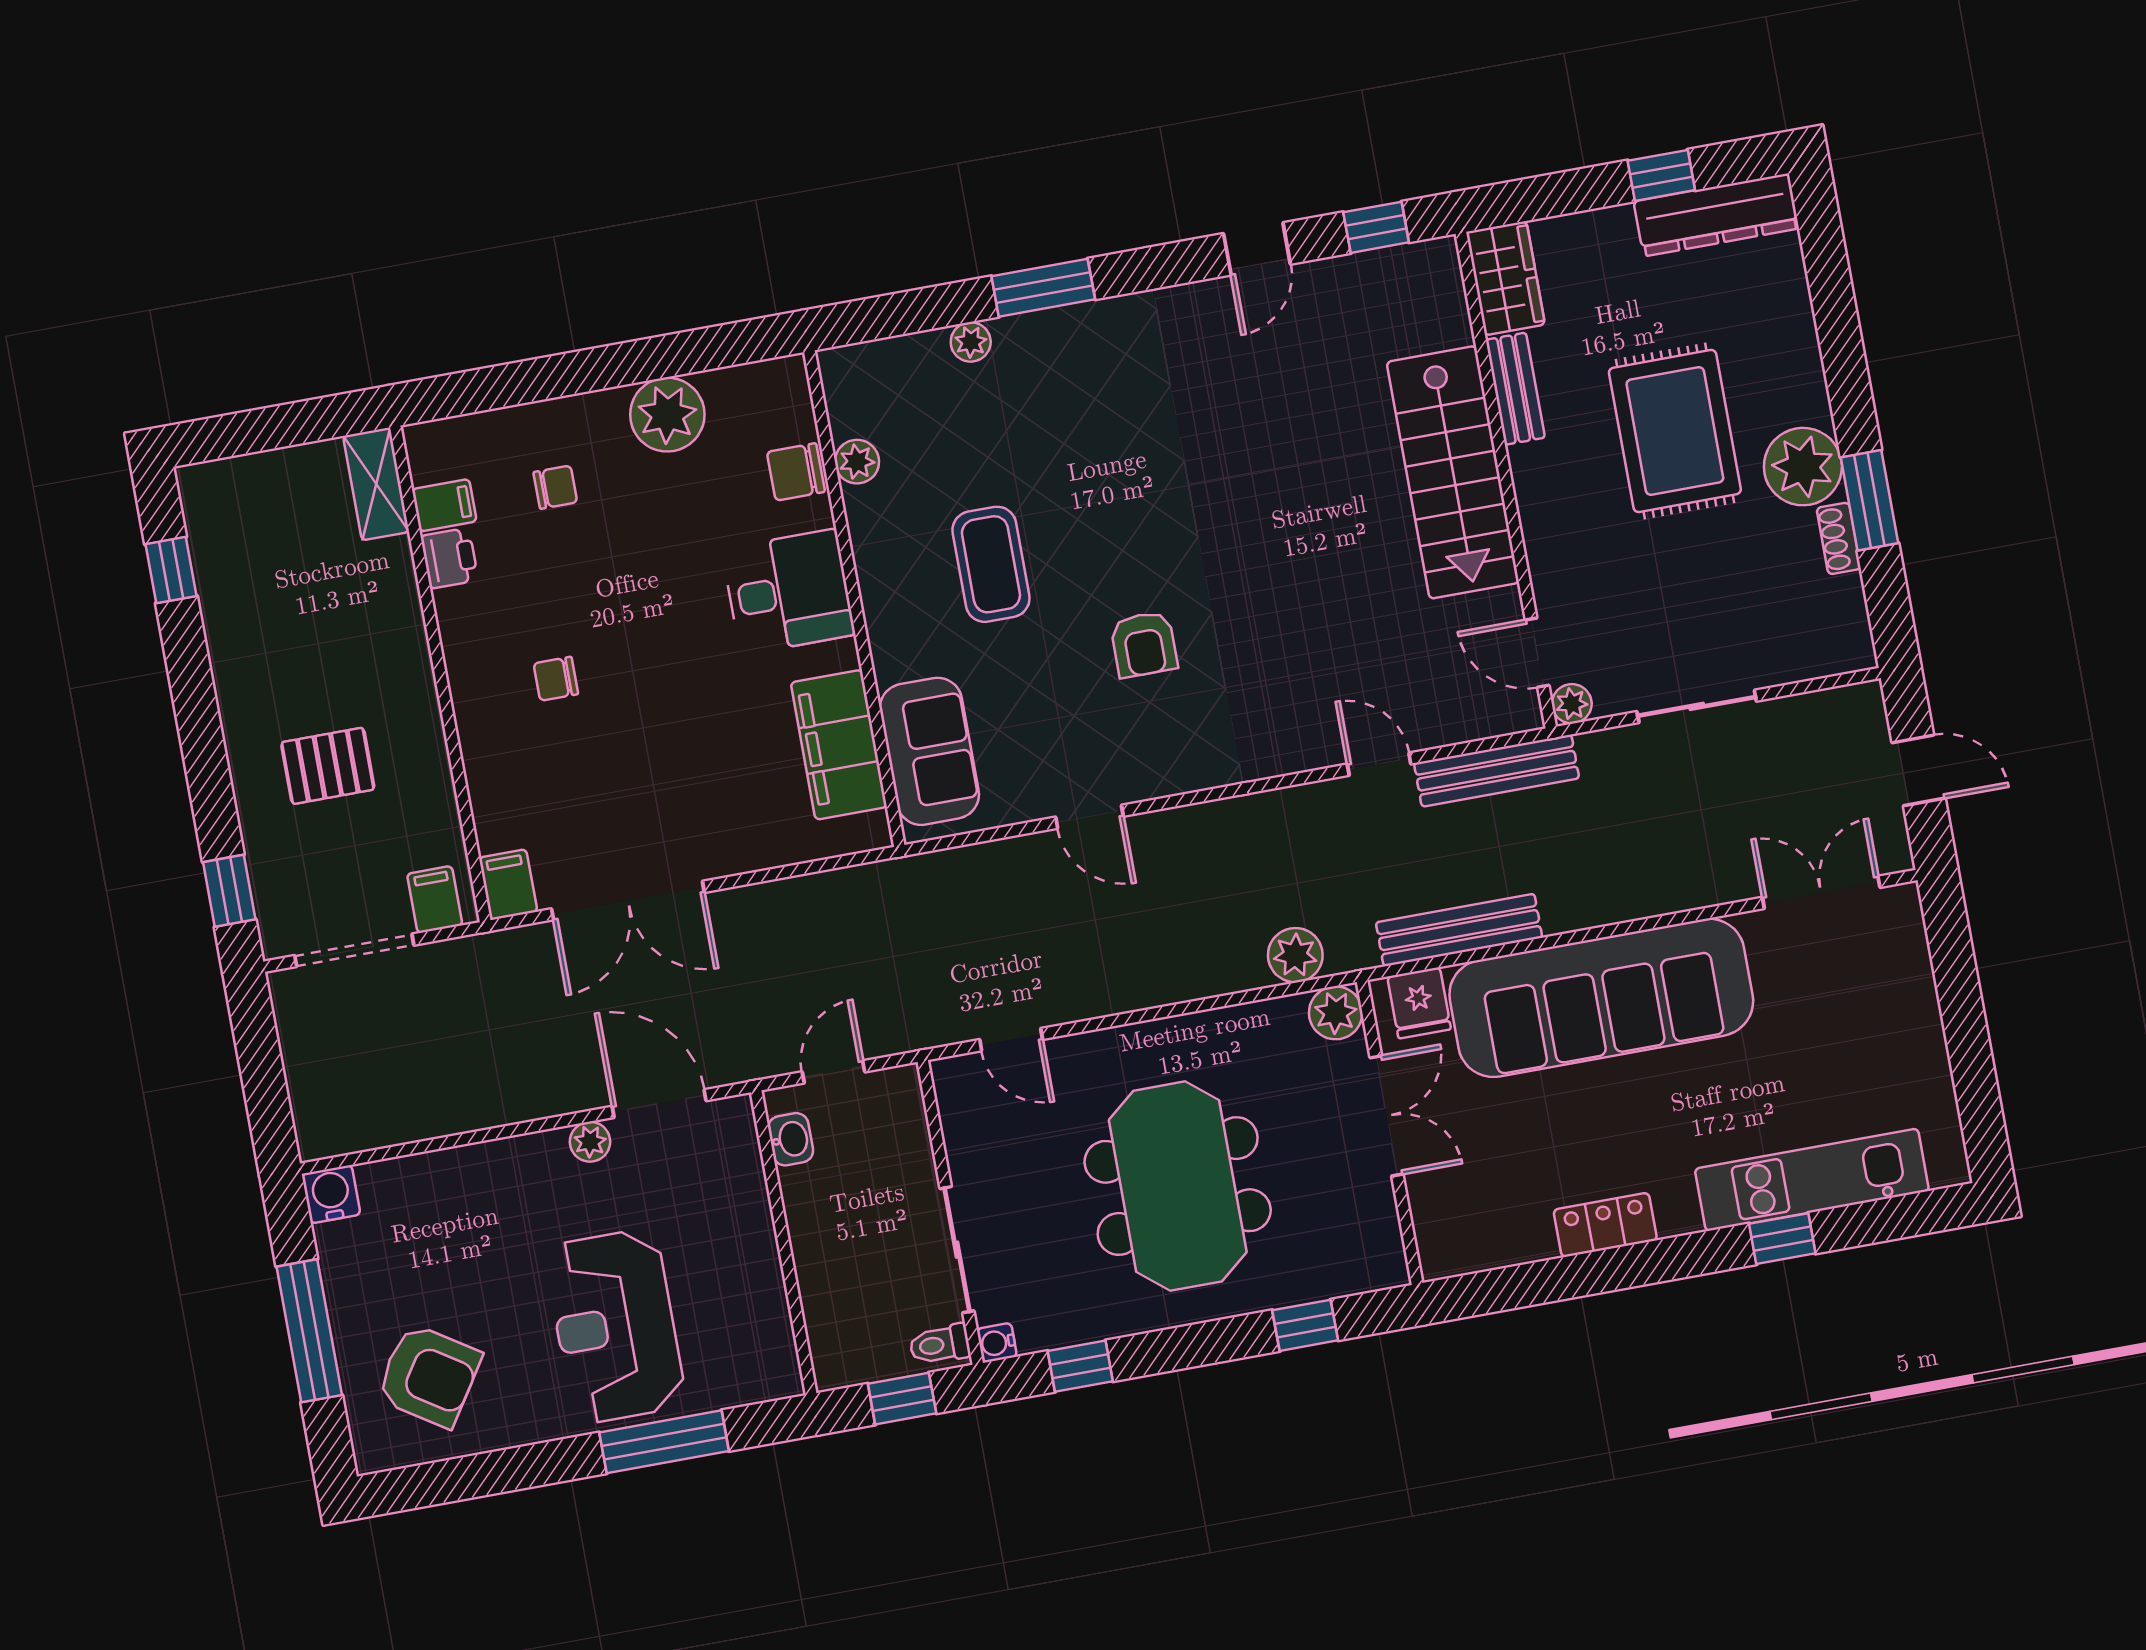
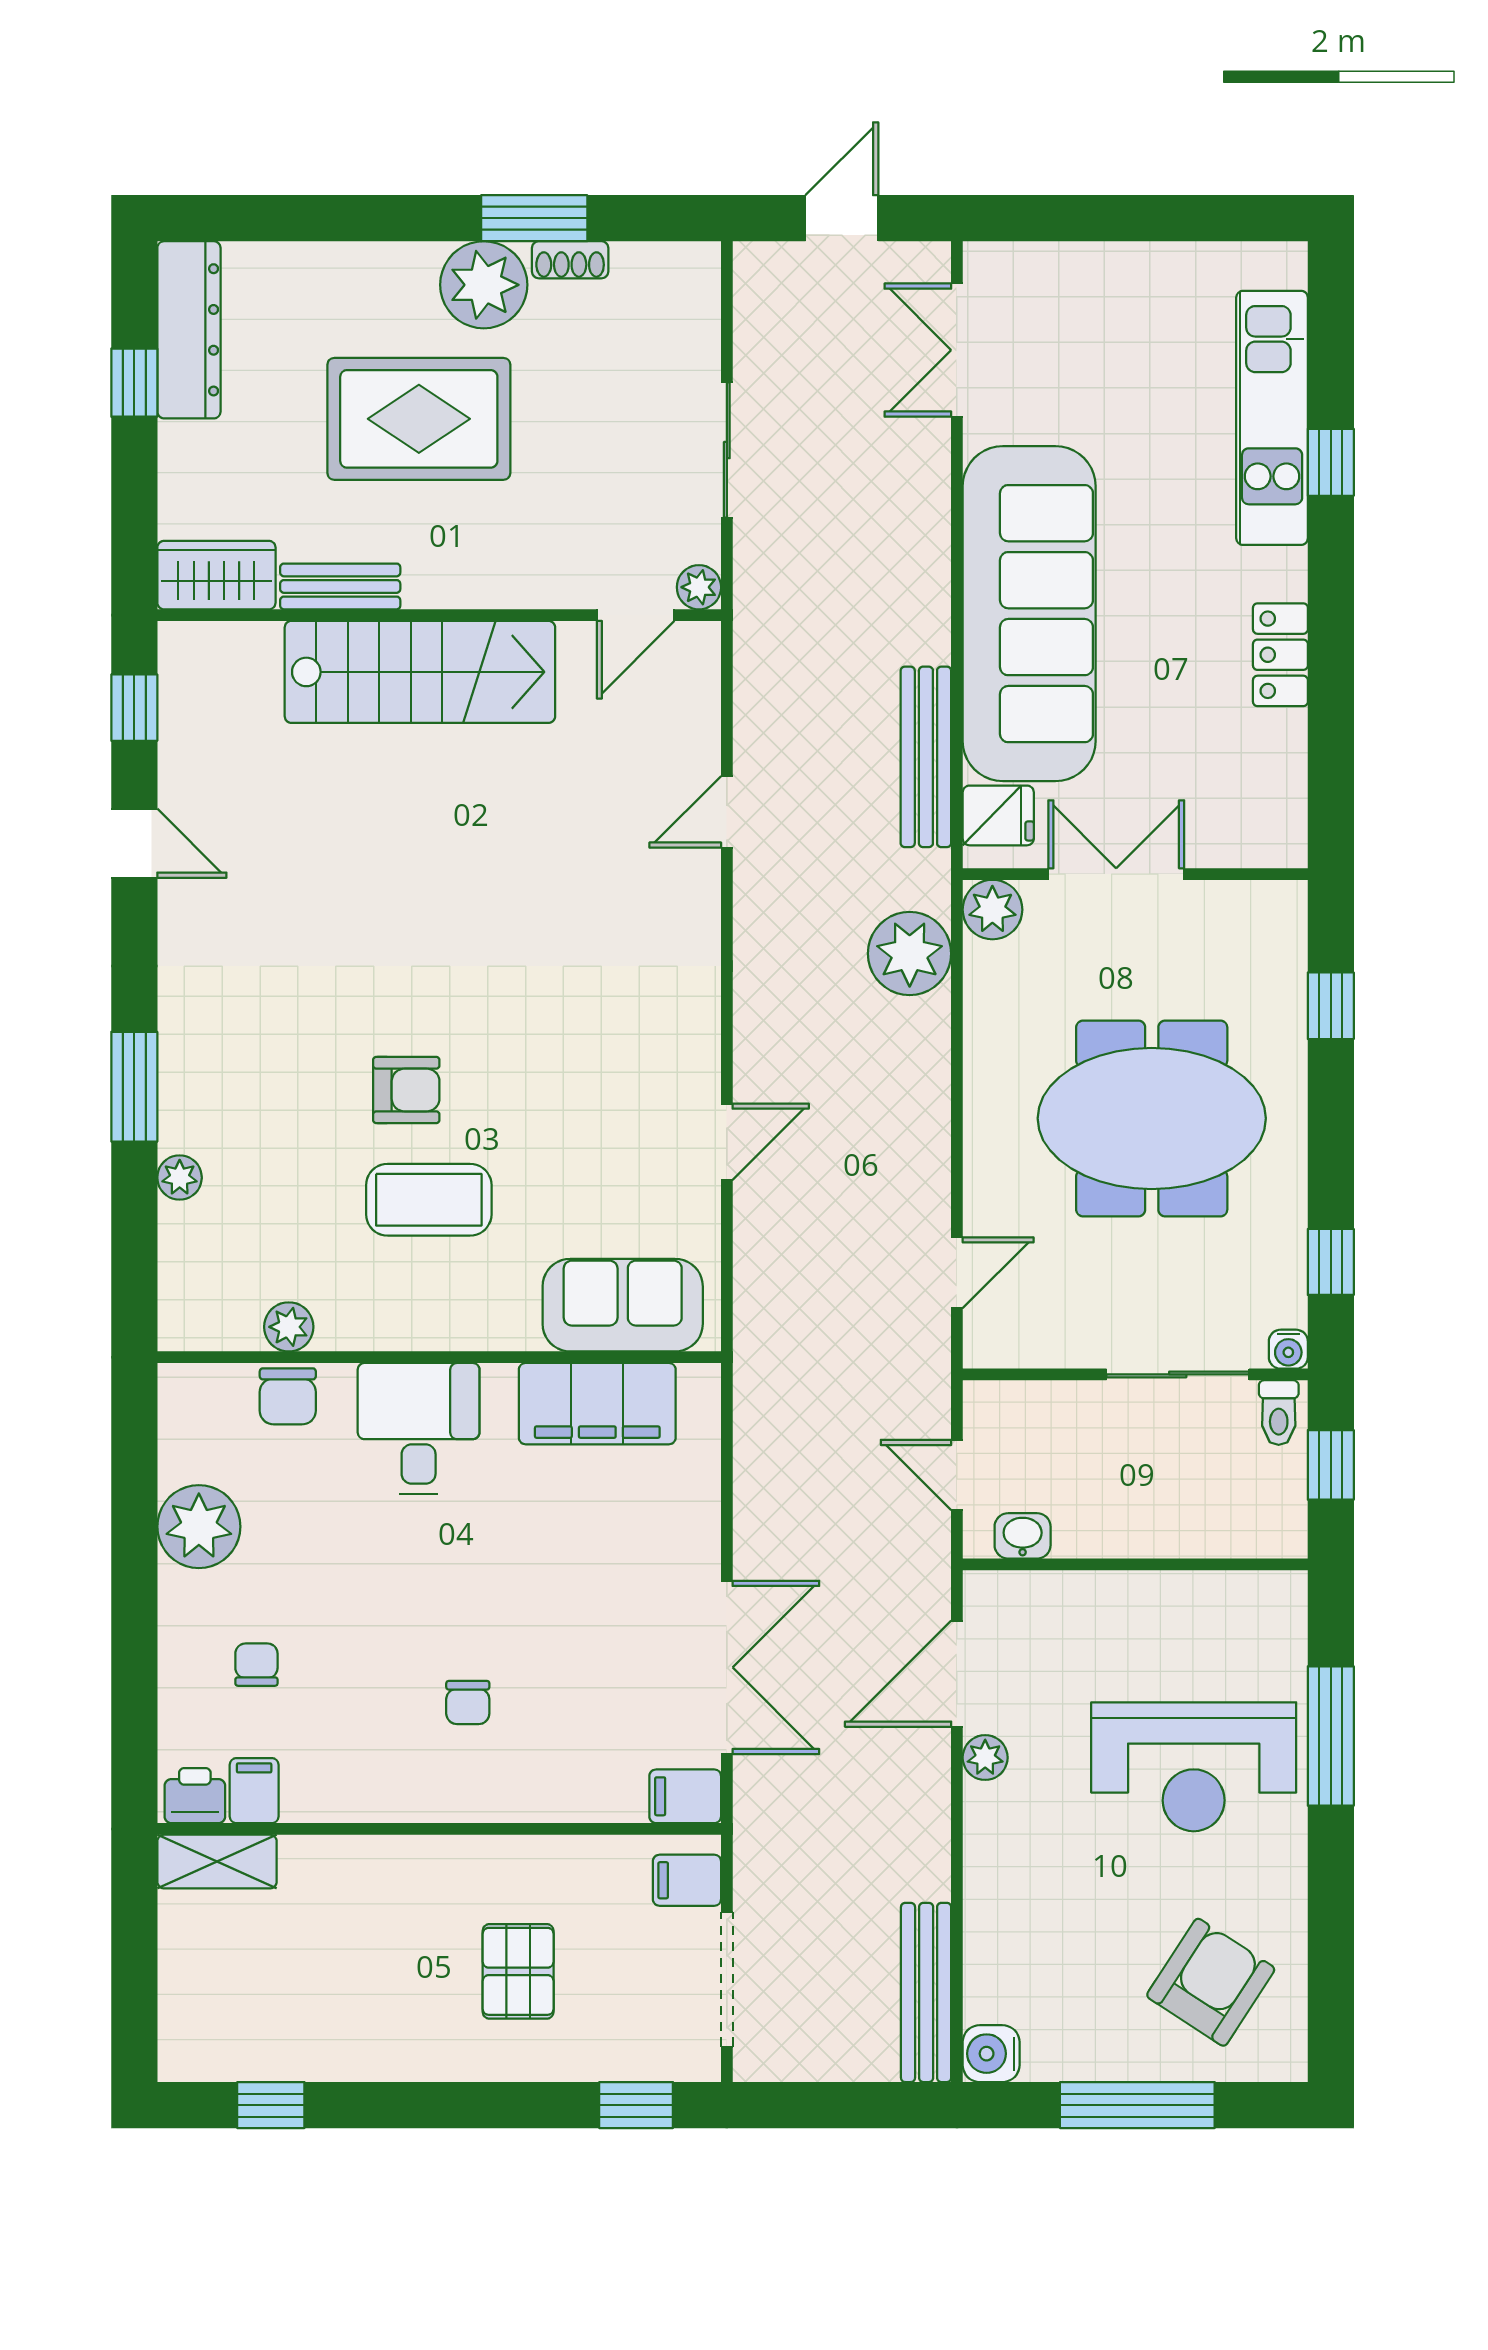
printer: (449, 558) -> (195, 1796), moved
armchair: (1144, 644) -> (406, 1090), moved
bench: (1497, 771) -> (926, 1992), moved
plant: (1295, 955) -> (910, 954), width x1.36, depth x1.36

